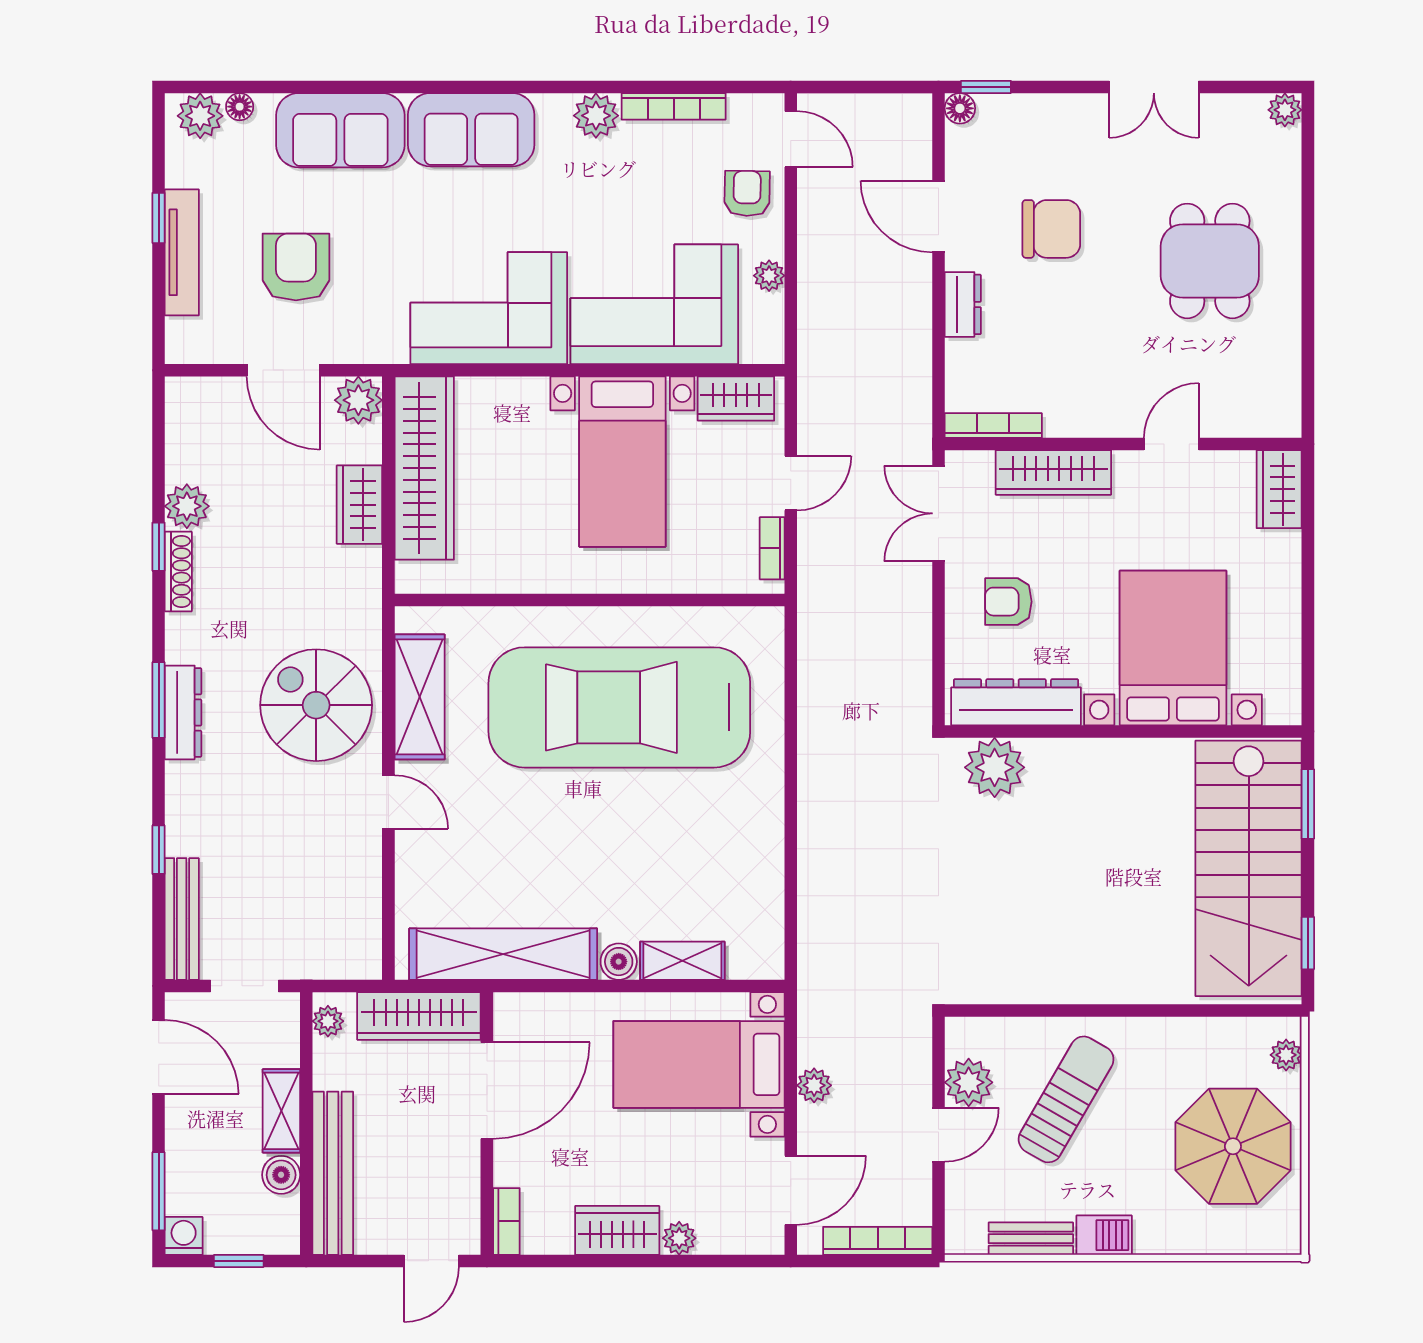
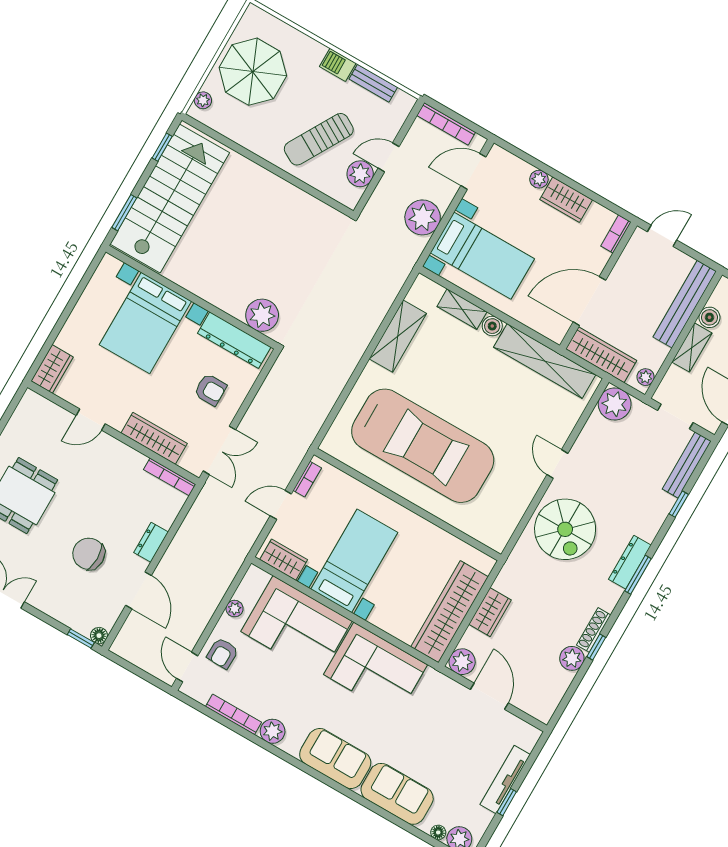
armchair: (296, 267) -> (455, 742), removed
shelving: (420, 697) -> (398, 336), moved
plant: (352, 950) -> (615, 404), added
plant: (814, 1085) -> (423, 217), width x1.87, depth x1.87

